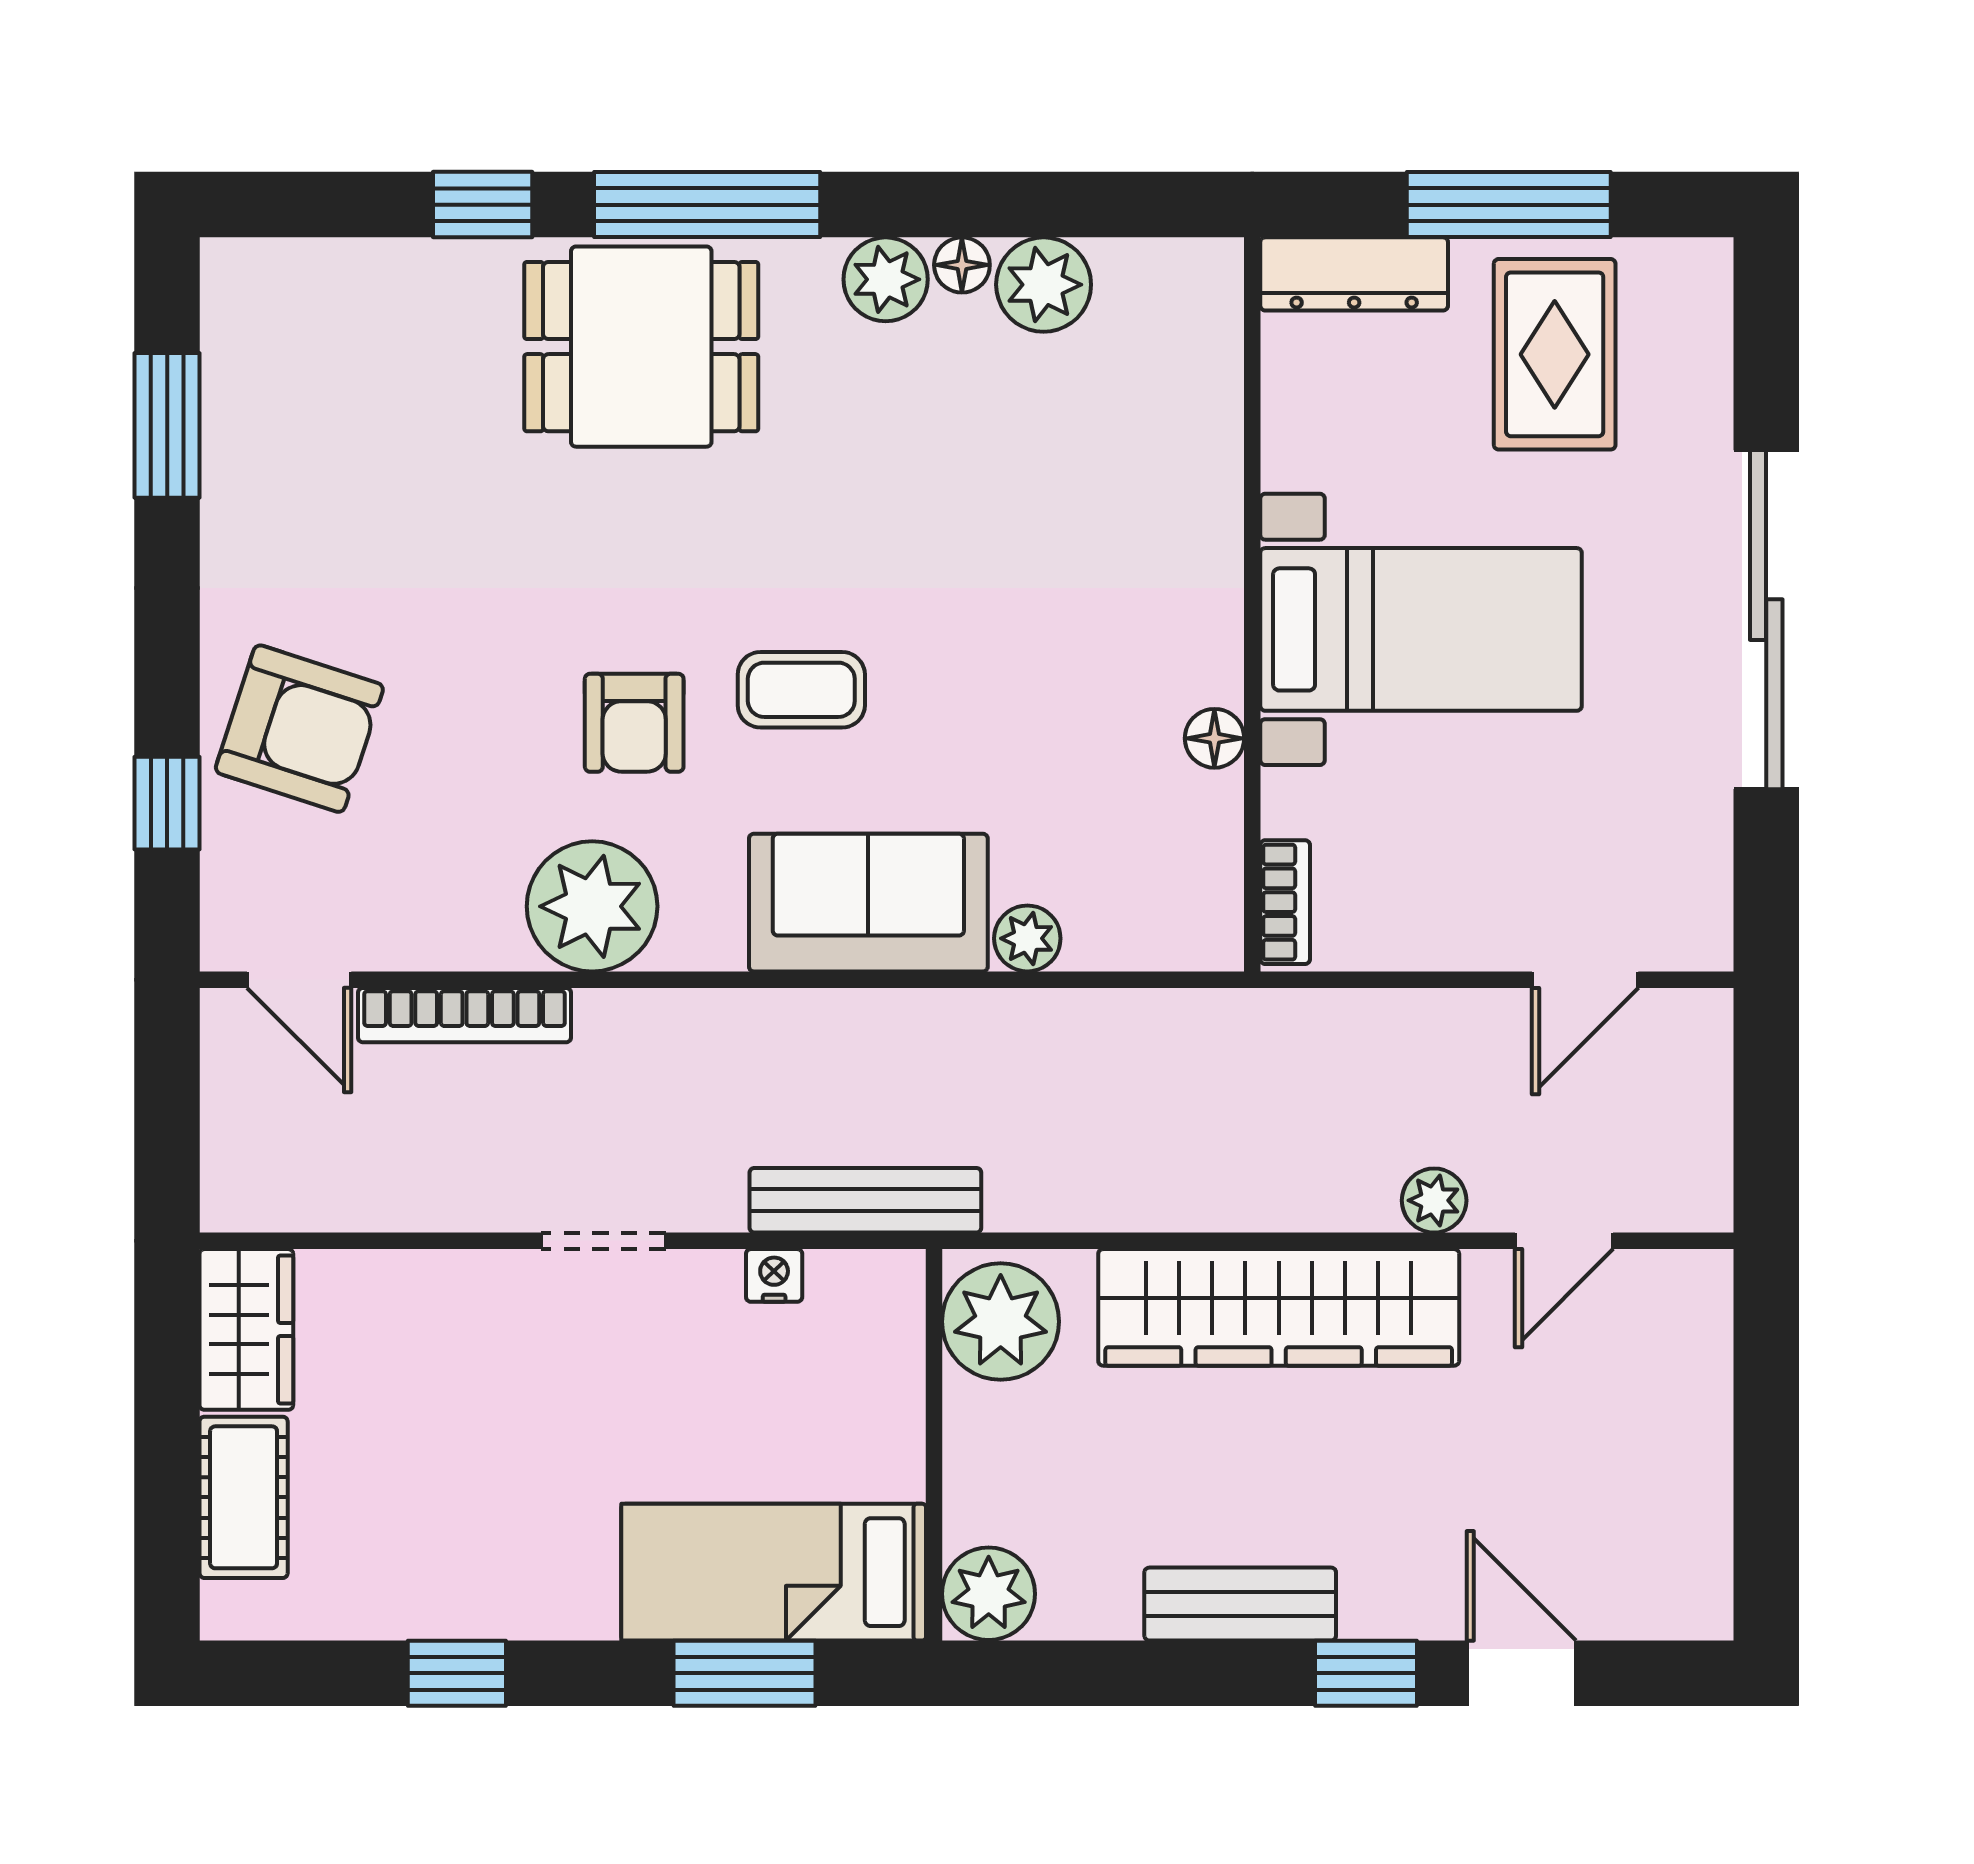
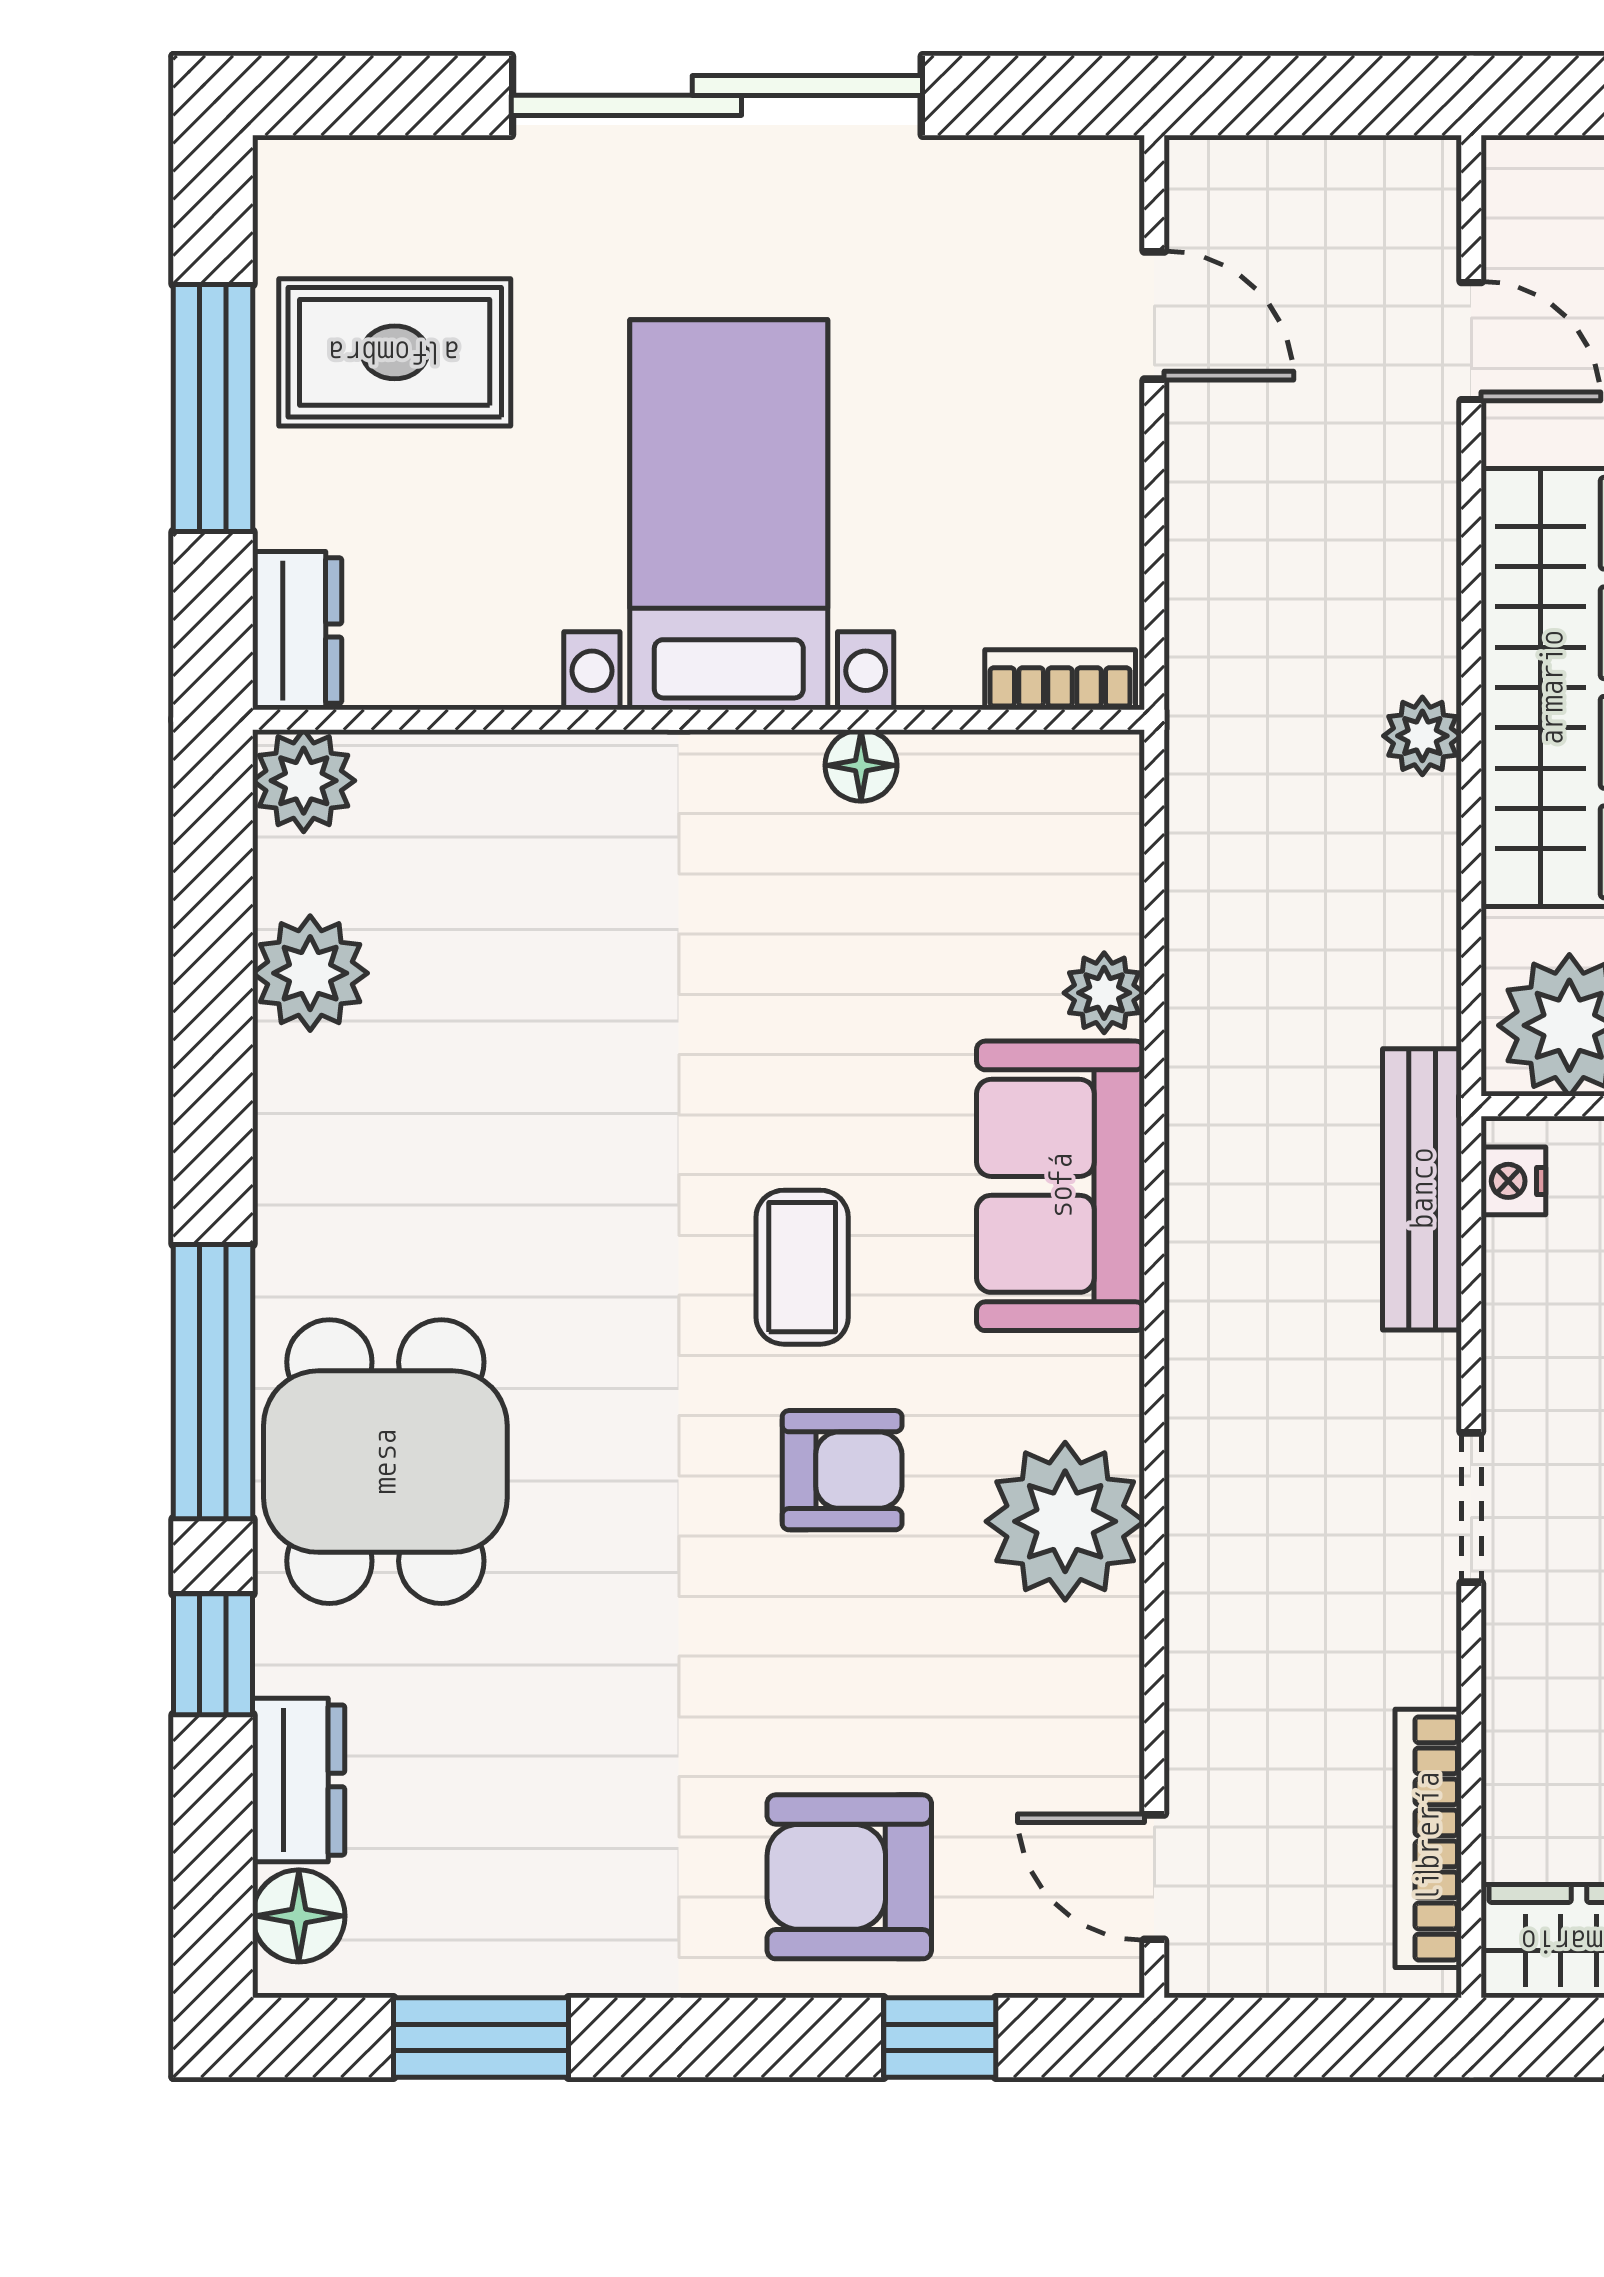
floor lamp: (962, 265) -> (299, 1916), moved, width x1.37, depth x1.37
dresser: (1354, 274) -> (297, 631), width x0.70
dresser: (379, 275) -> (299, 1780), added
plant: (886, 279) -> (304, 781), moved
armchair: (299, 729) -> (849, 1877), turned -108
door: (299, 980) -> (1154, 1877), swing flipped
bookcase: (465, 1015) -> (1428, 1838), moved, turned 180
plant: (1434, 1200) -> (1422, 736), moved
nightstand: (774, 1275) -> (1513, 1181), moved

